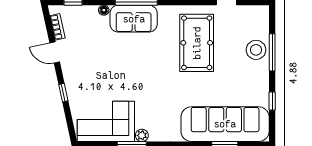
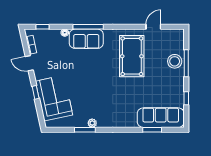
corner sofa: (106, 121) -> (54, 98), moved, turned 78
sofa: (225, 124) -> (161, 118), width x0.74, depth x0.79

